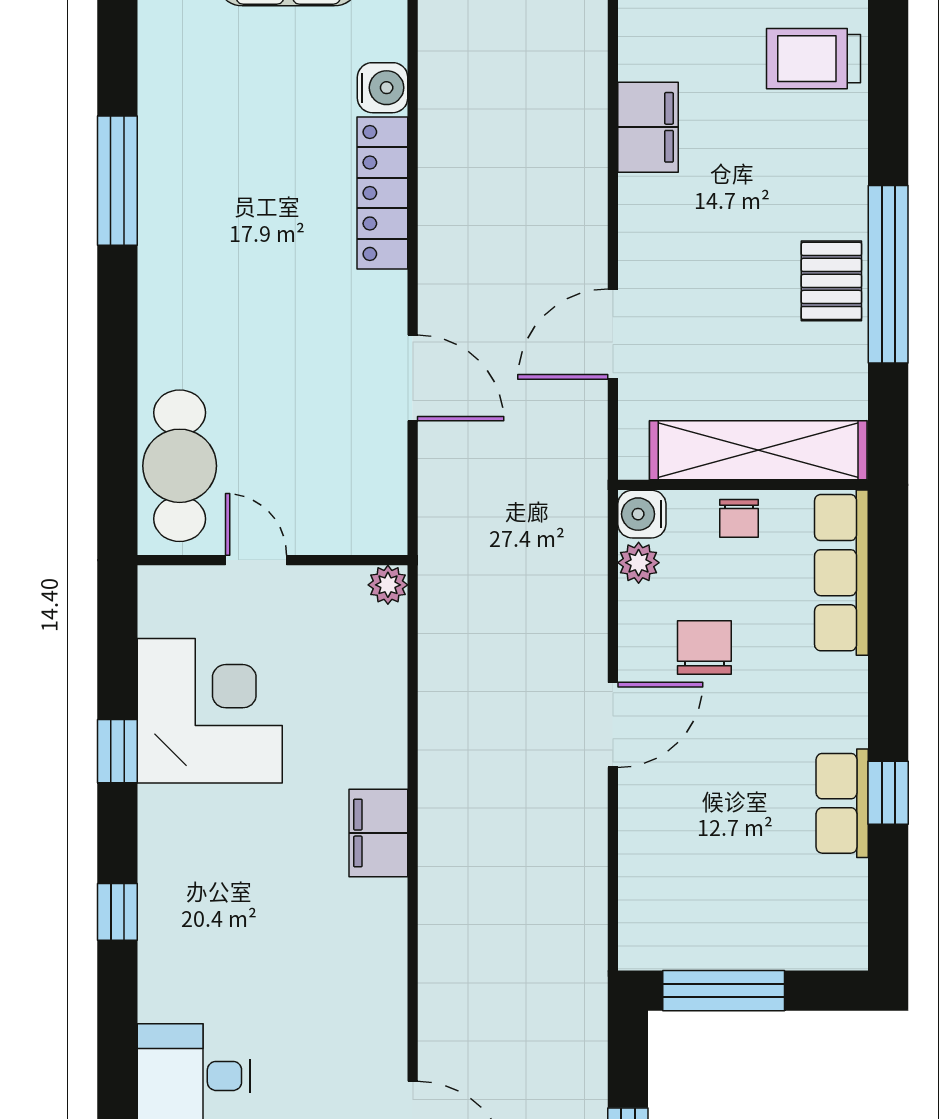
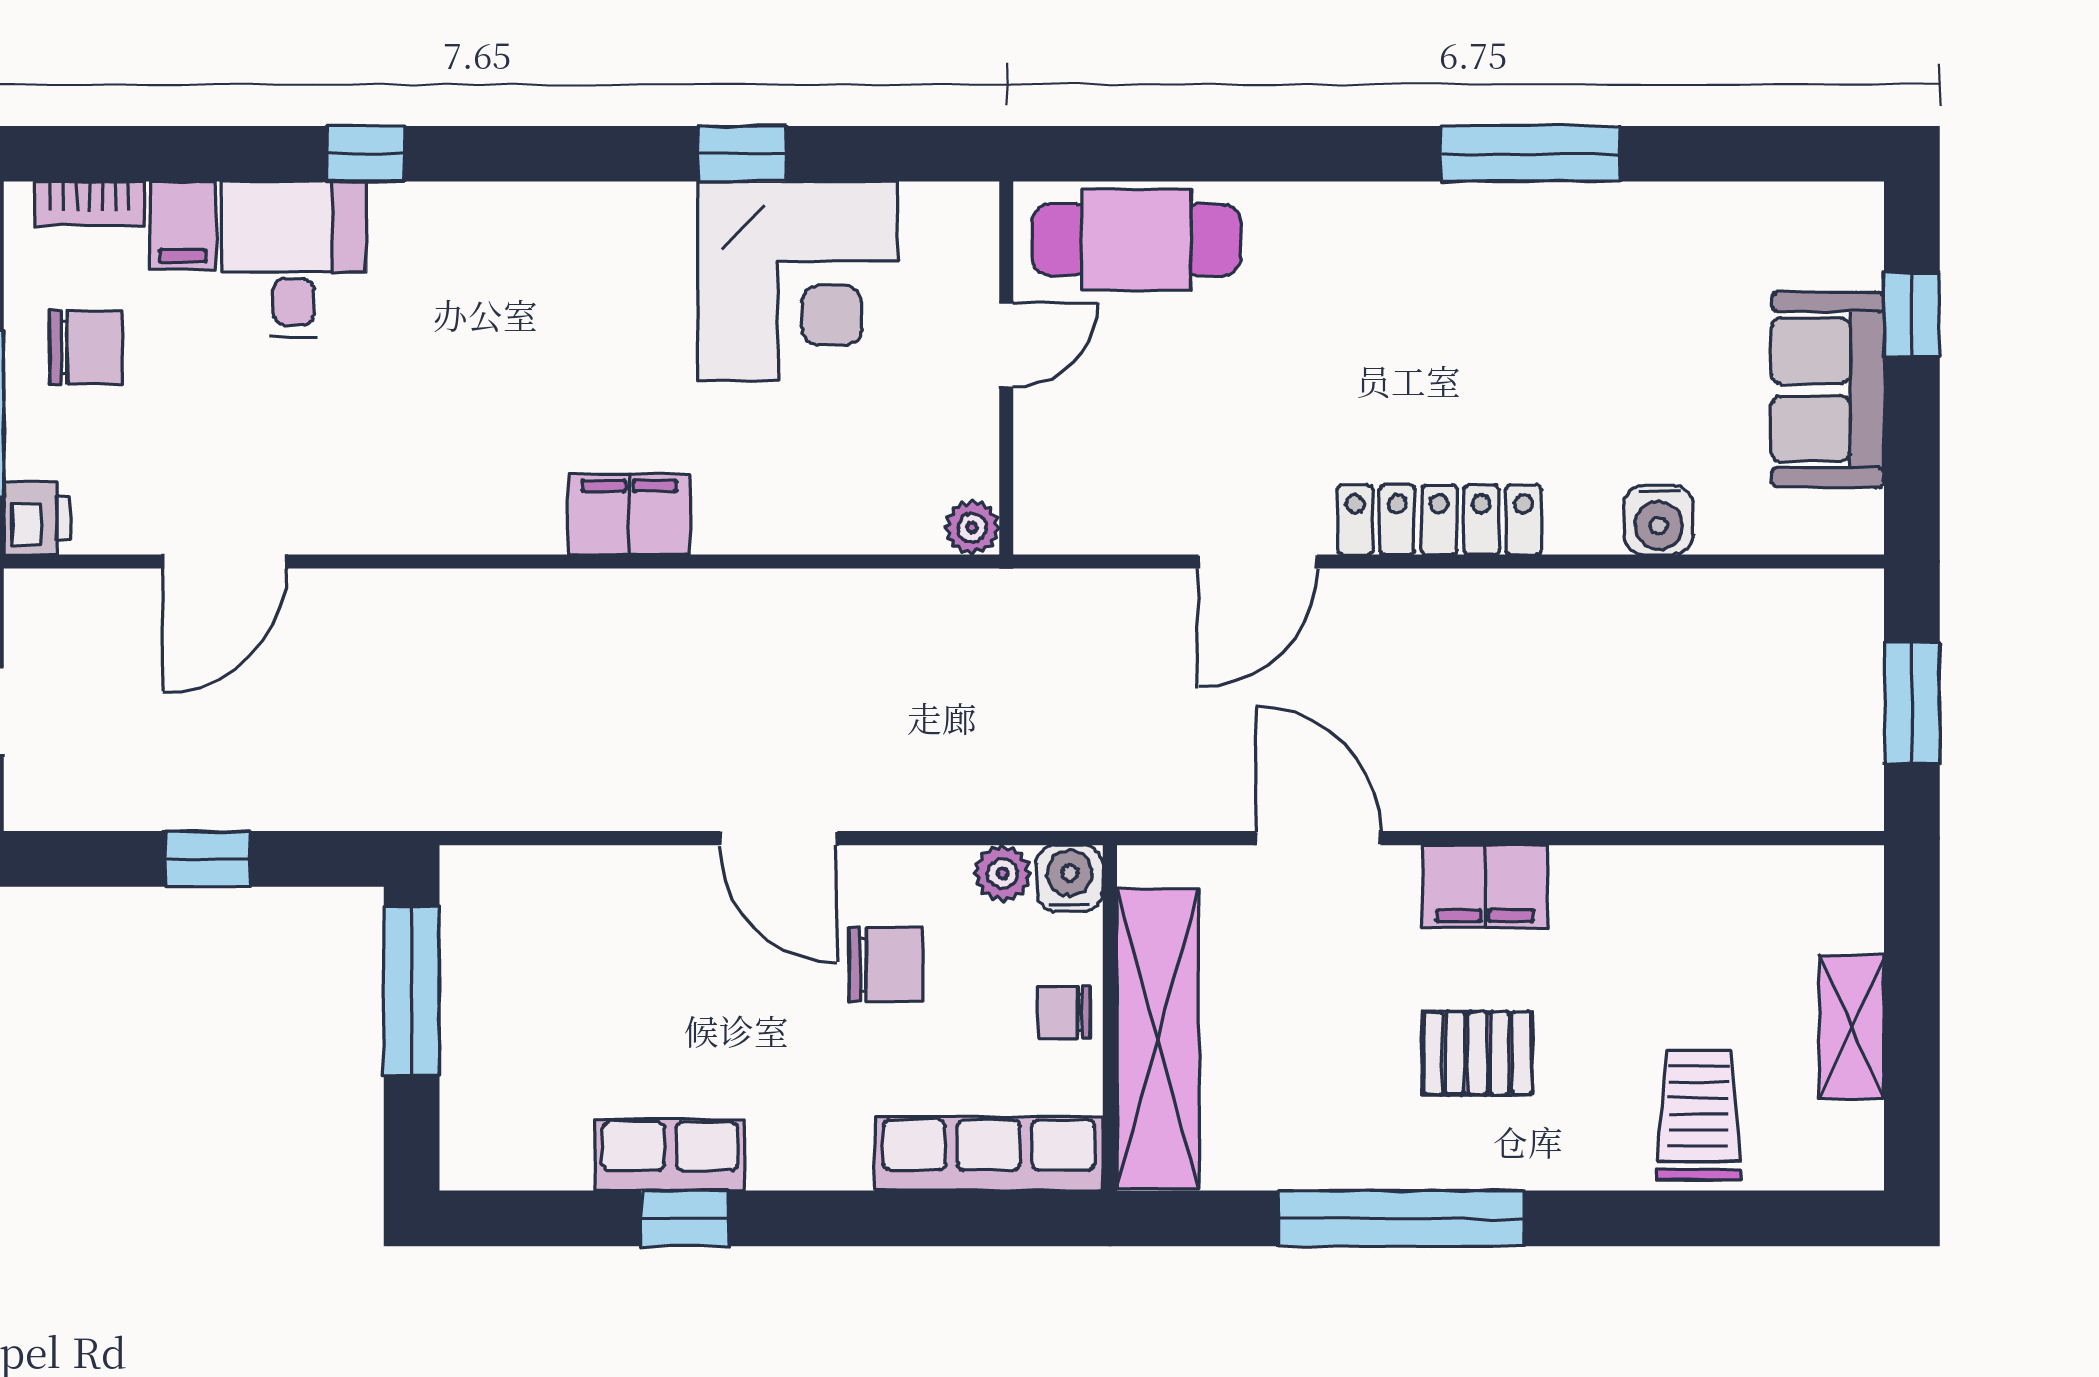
filing cabinet: (648, 127) -> (1485, 887), moved
locker: (382, 193) -> (1439, 520), moved
pallet: (831, 281) -> (1477, 1053), moved
window: (117, 912) -> (366, 154), moved

